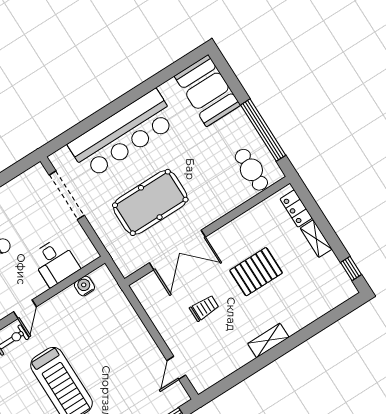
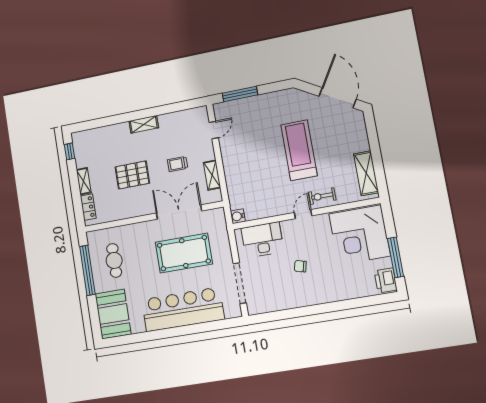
cafe table: (251, 170) -> (114, 260), moved
desk: (55, 262) -> (262, 240), width x1.37
water cooler: (84, 286) -> (238, 216), moved, turned 90
shelving: (155, 312) -> (212, 175), added

